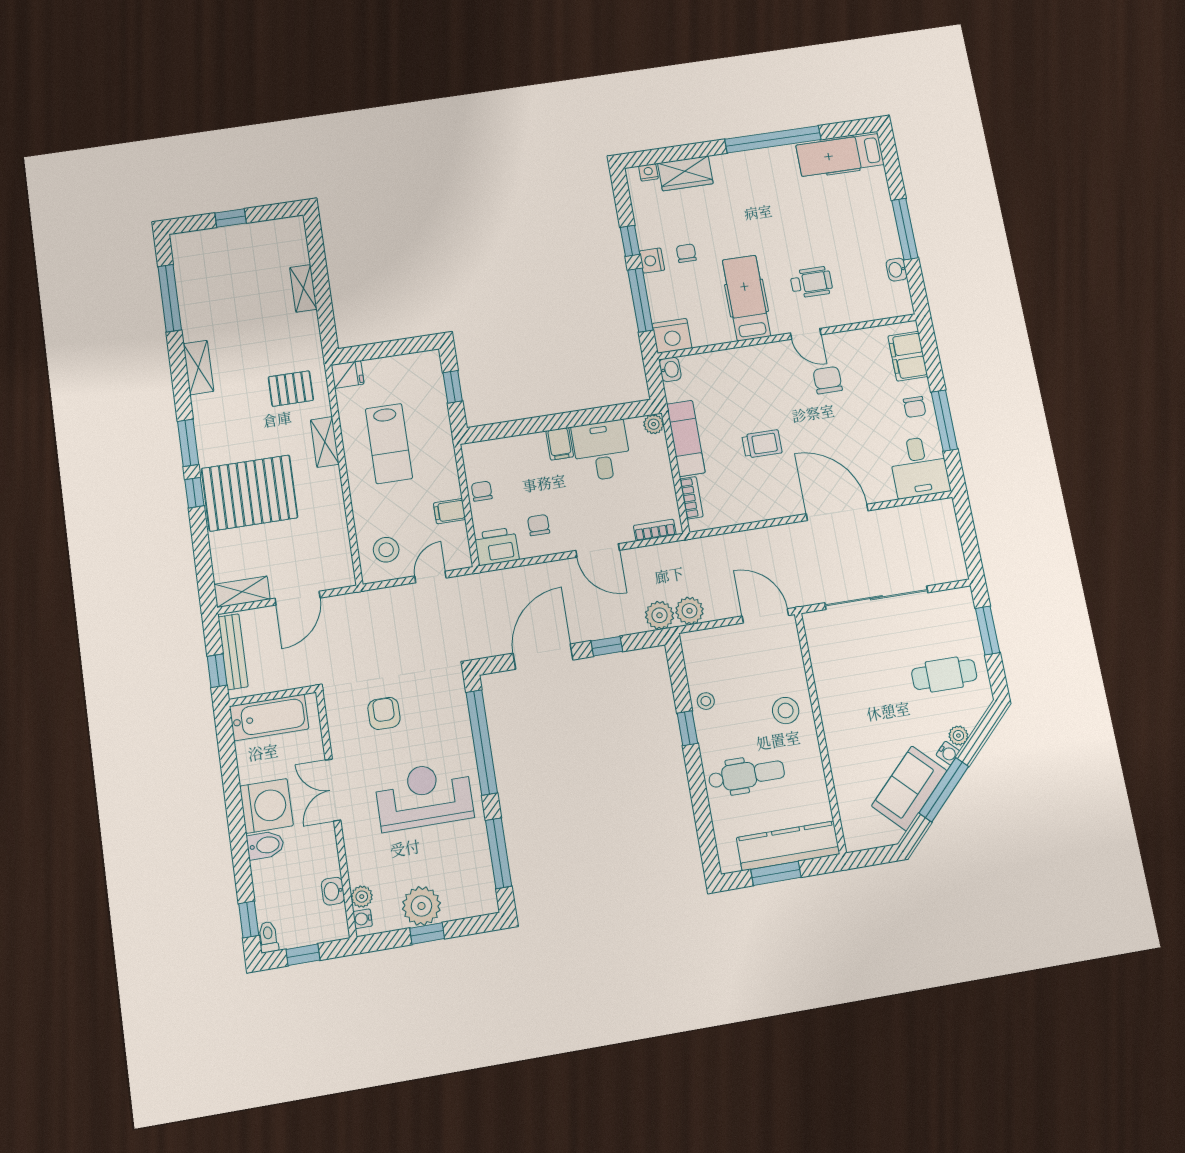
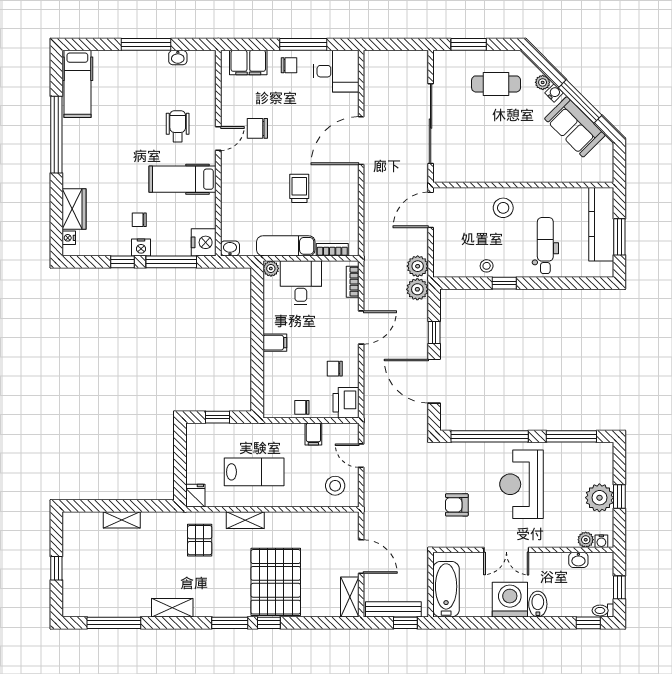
desk: (602, 451) -> (301, 283), moved, turned 90
cafe table: (944, 675) -> (496, 84), turned 90

